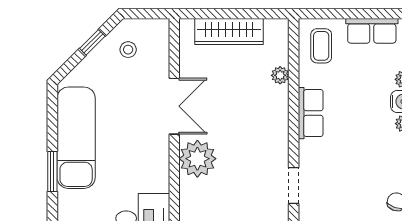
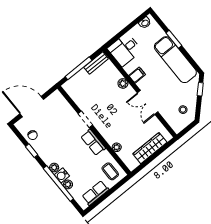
window: (92, 42) -> (200, 89), moved
plant: (197, 159) -> (123, 83), width x0.53, depth x0.53
filing cabinet: (156, 162) -> (137, 75), added
doorway: (294, 185) -> (85, 119), moved

